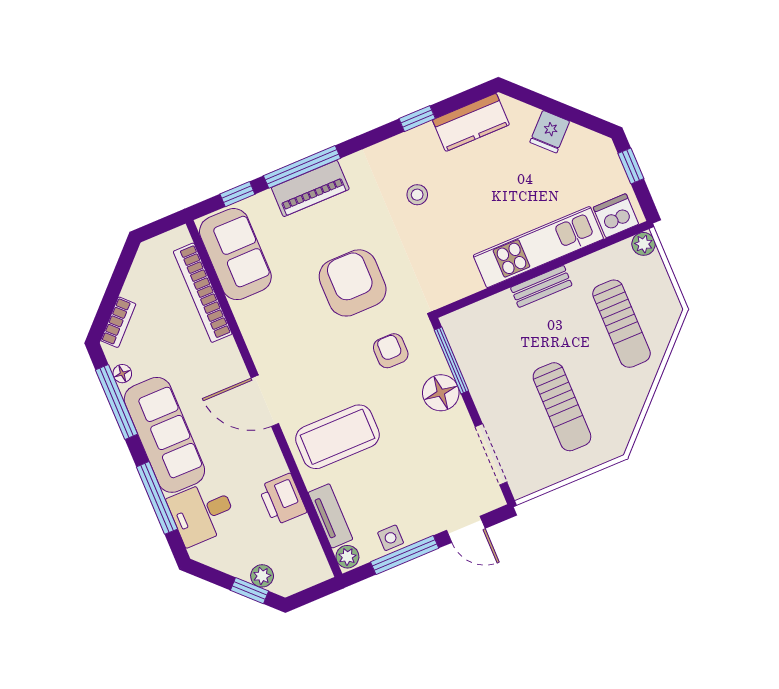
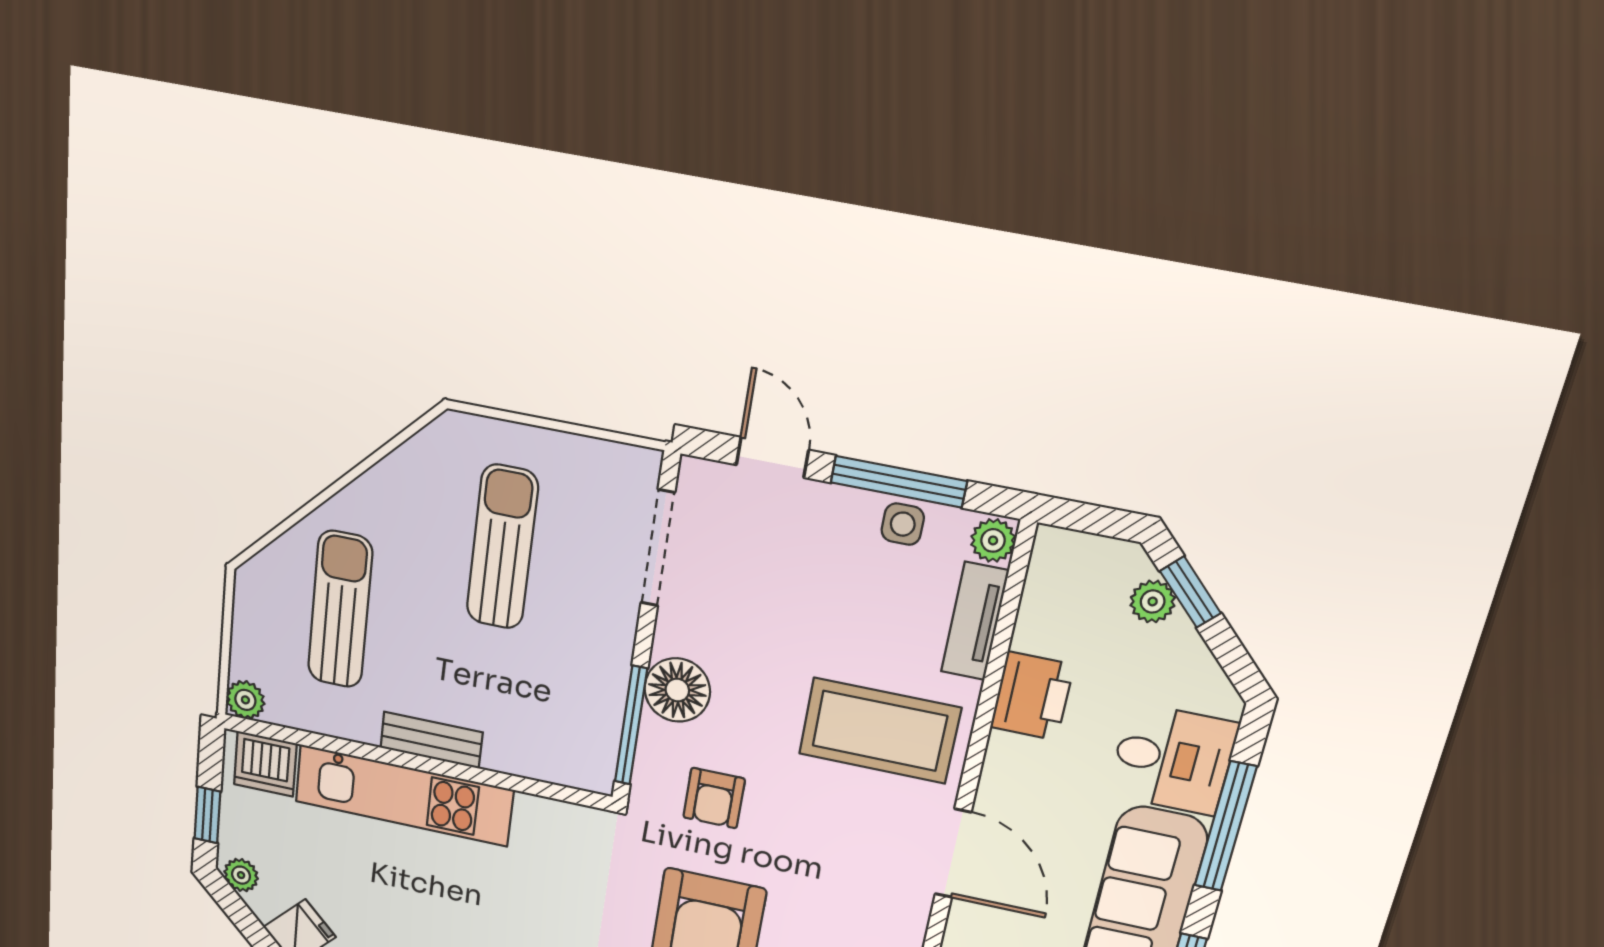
plant: (596, 143) -> (241, 875), added

